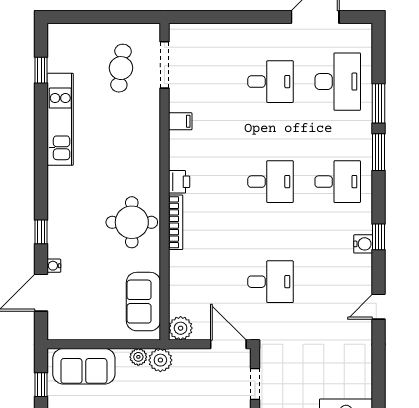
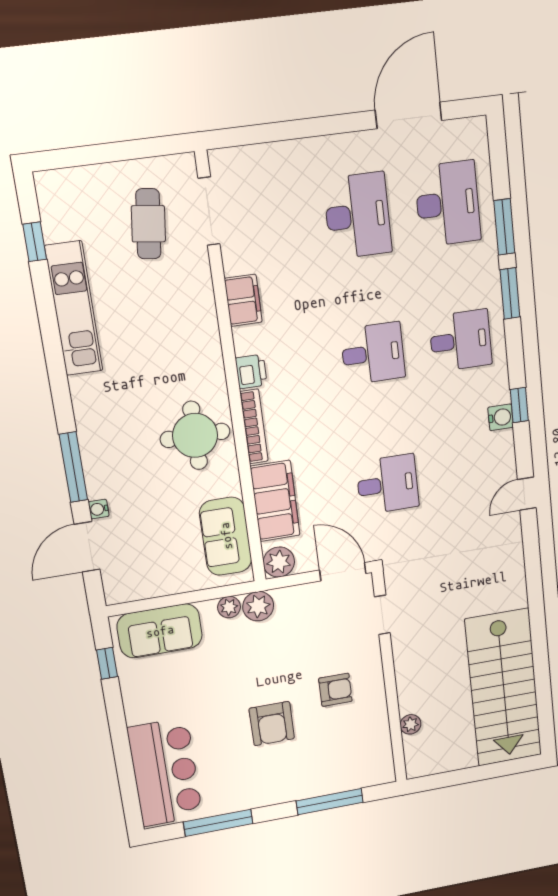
desk: (271, 82) -> (358, 216), width x1.37
filing cabinet: (180, 121) -> (243, 300), width x2.00
window: (41, 232) -> (73, 467), width x2.17
filing cabinet: (184, 281) -> (275, 501), added

